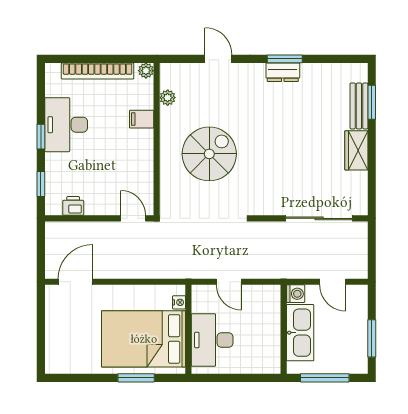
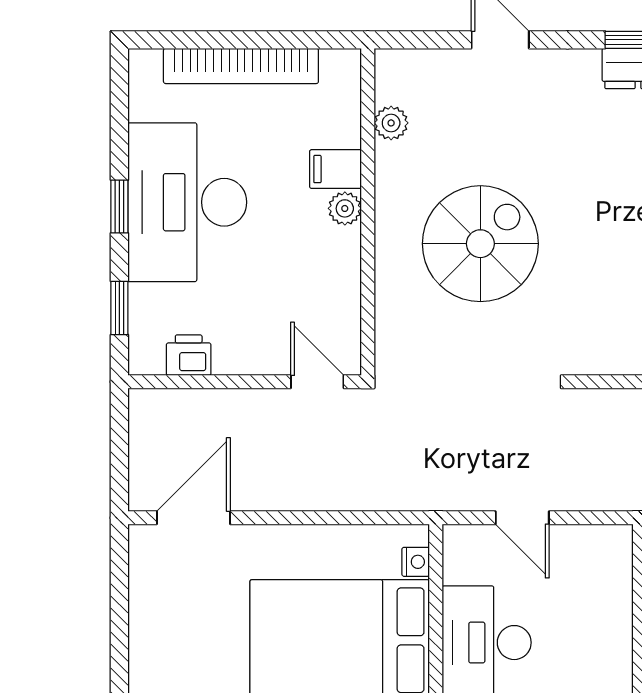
plant: (146, 71) -> (345, 208), moved
desk: (66, 125) -> (187, 202), width x1.36, depth x1.30

